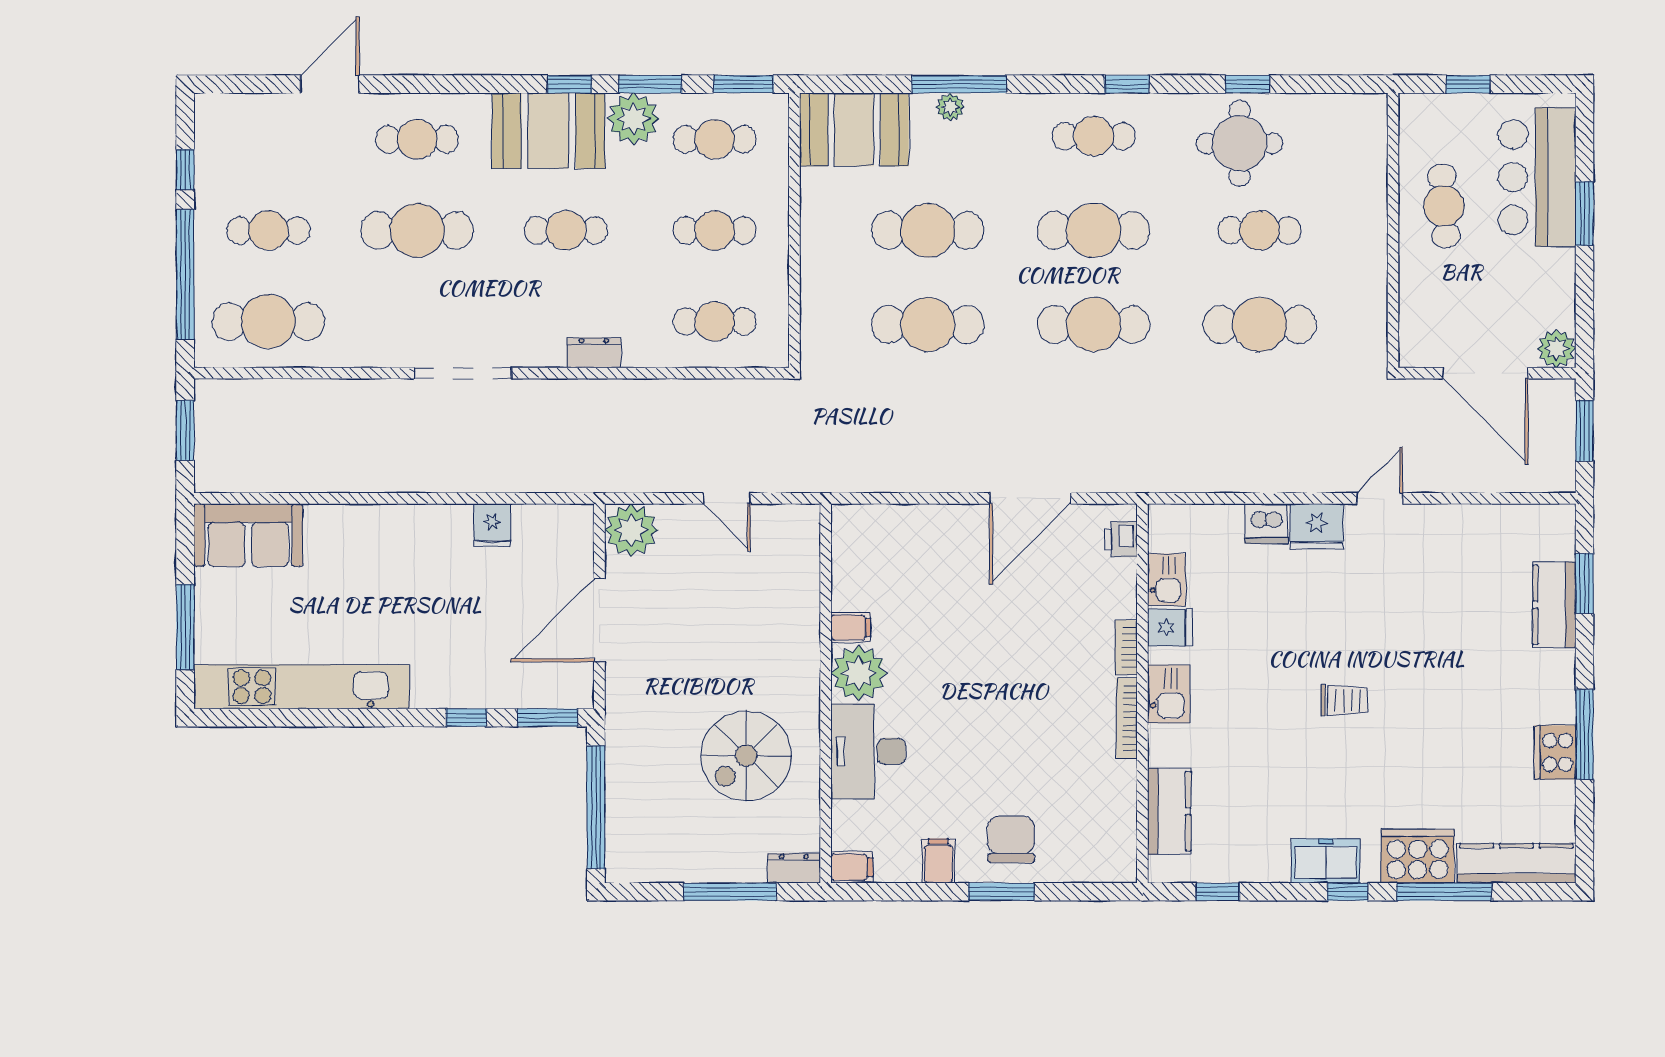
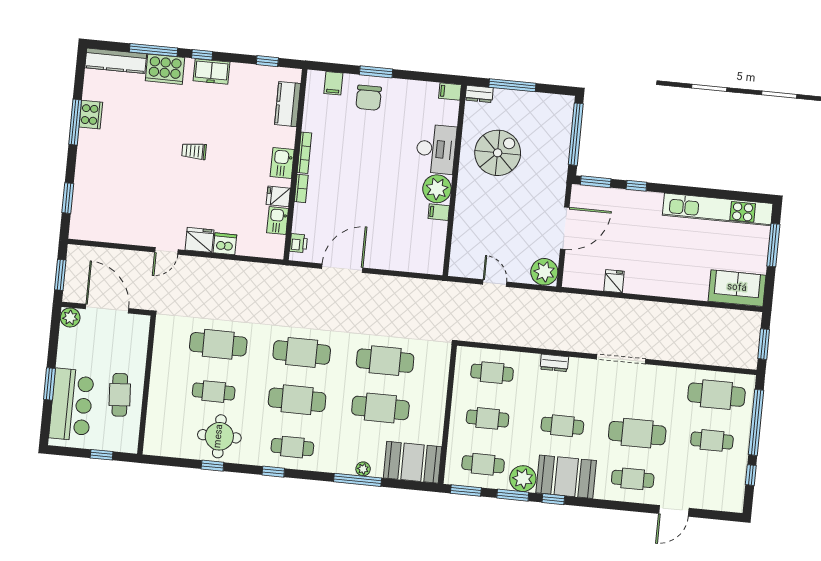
kitchen counter: (1554, 605) -> (84, 189), removed
filing cabinet: (938, 861) -> (333, 83), moved

